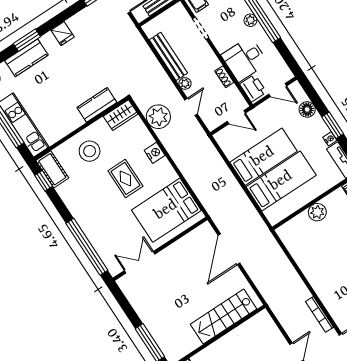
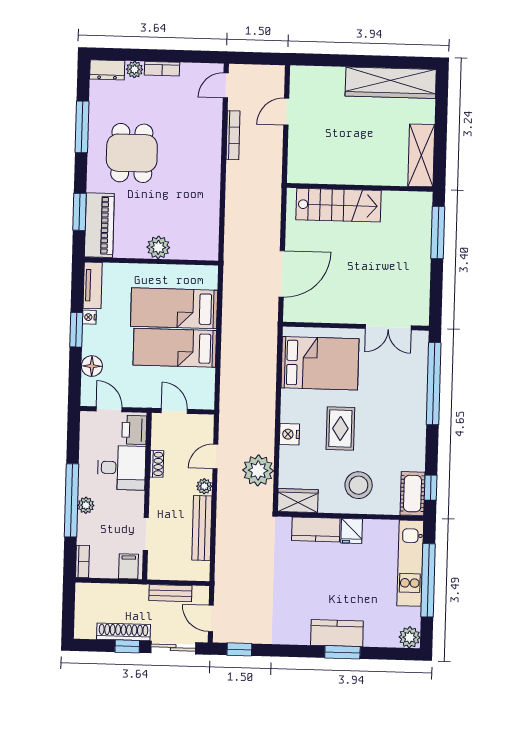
fridge: (63, 34) -> (352, 531), moved, turned 180
kitchen counter: (26, 58) -> (337, 633), moved

